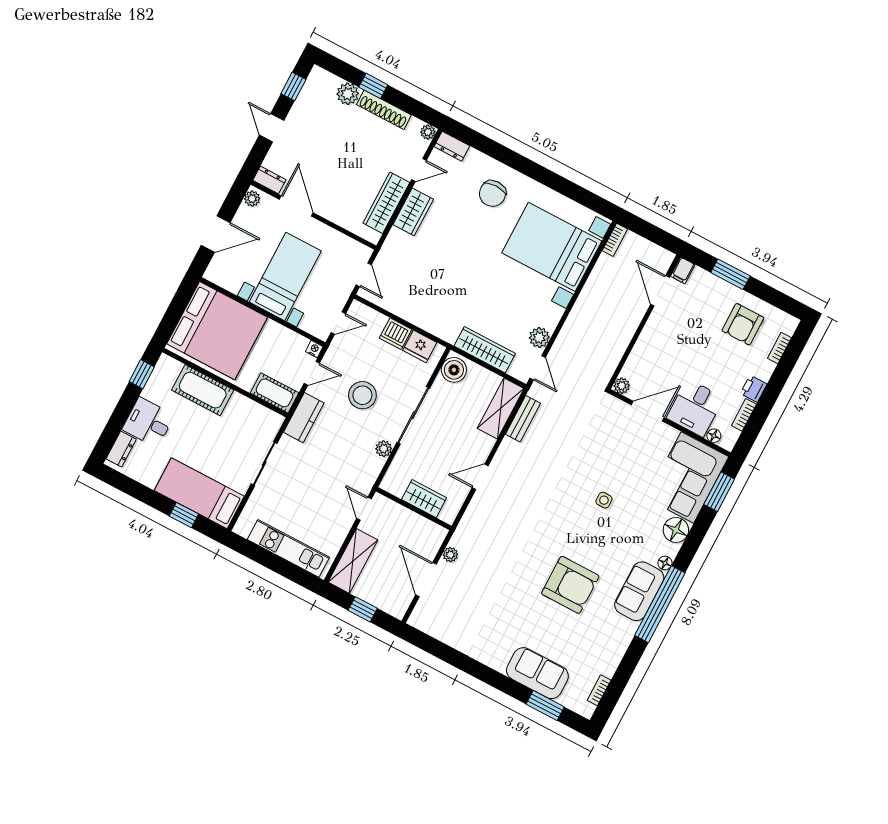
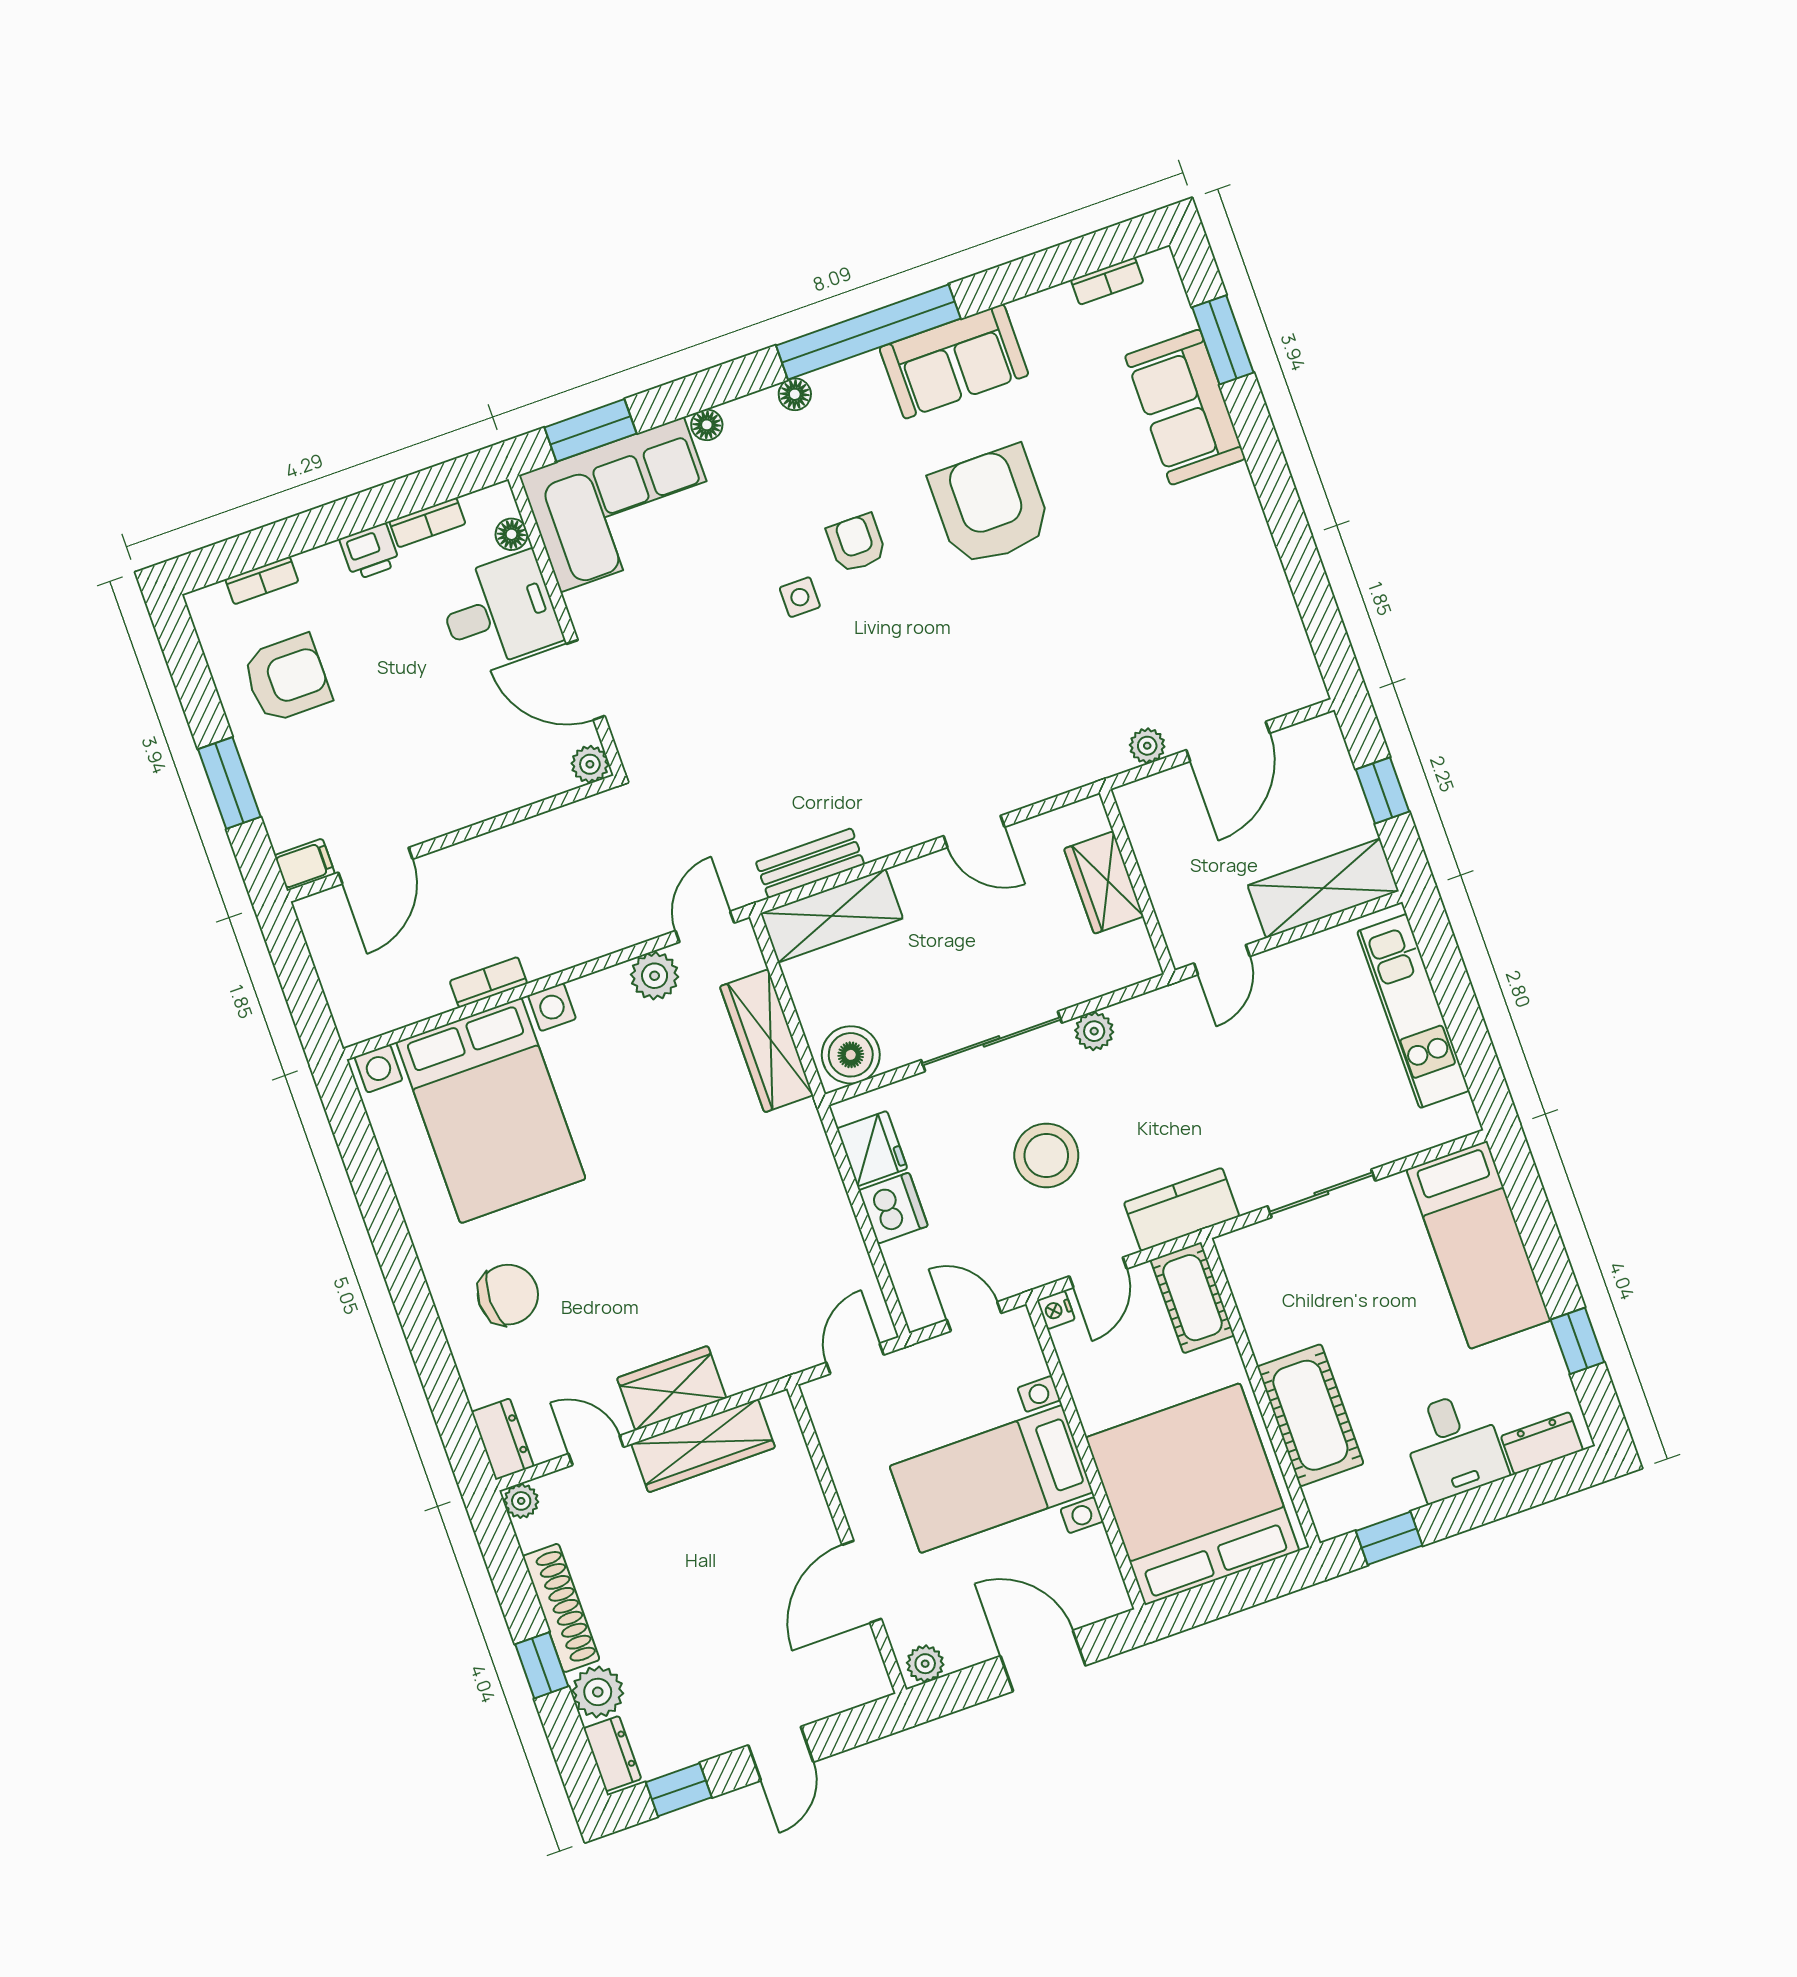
dresser: (269, 180) -> (612, 1754), moved, turned 180
bookcase: (615, 240) -> (488, 982), moved
door: (312, 373) -> (1098, 1273), swing flipped
window: (184, 515) -> (1577, 1341), moved
floor lamp: (676, 530) -> (707, 425), width x0.53, depth x0.53
armchair: (602, 534) -> (856, 543), added
sofa: (639, 591) -> (954, 361), moved

